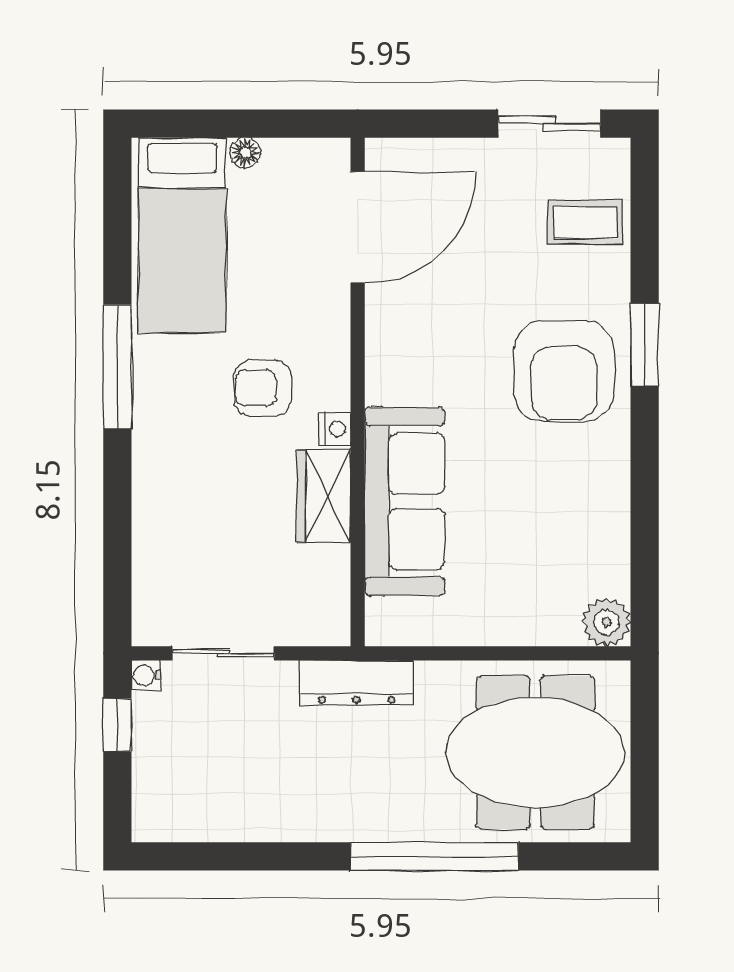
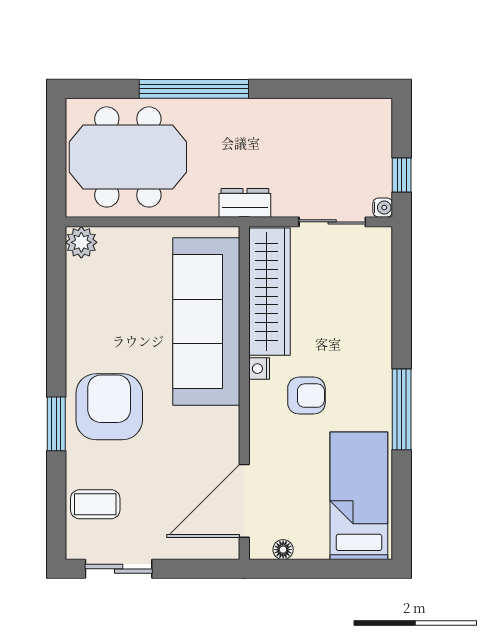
floor lamp: (245, 153) -> (283, 550), moved
wardrobe: (324, 496) -> (269, 292), width x2.10, depth x1.17
sofa: (405, 501) -> (206, 321), width x1.36, depth x1.27
dresser: (357, 683) -> (245, 203), width x0.70

